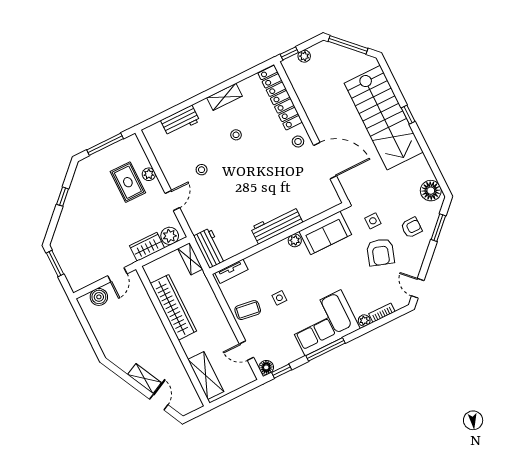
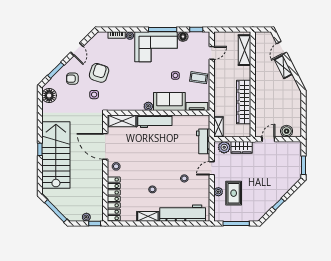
workbench: (180, 121) -> (183, 213), width x1.88, depth x1.32
shelving: (319, 205) -> (122, 121), added
sofa: (325, 233) -> (169, 102), moved
workbench: (210, 248) -> (203, 141), moved
door: (418, 288) -> (77, 49), moved
door: (247, 351) -> (212, 53), hinge flipped
floor lamp: (266, 367) -> (183, 37), moved

